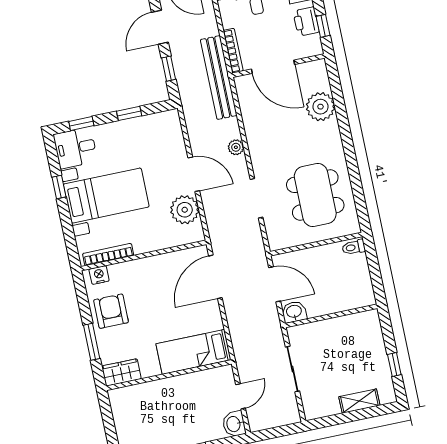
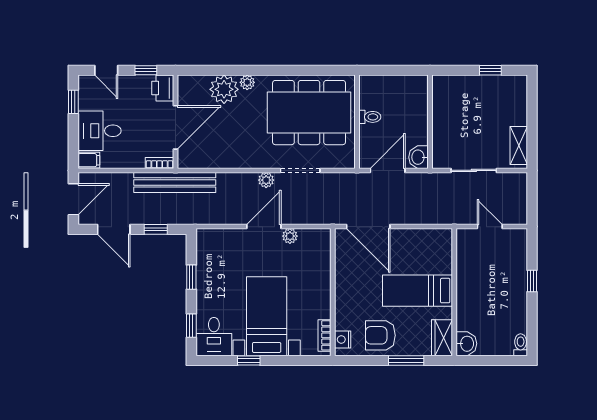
printer: (306, 21) -> (163, 88), moved, turned 90
bookcase: (233, 51) -> (160, 163), width x0.64
plant: (332, 128) -> (247, 82), added
plant: (236, 147) -> (266, 180), moved
dining table: (315, 195) -> (309, 113), width x1.36, depth x1.24
plant: (185, 210) -> (290, 236), width x0.53, depth x0.53
toilet: (354, 247) -> (370, 117), moved, turned -90
bookcase: (108, 255) -> (324, 335), width x0.64
bed: (193, 352) -> (418, 291), moved, turned 90
shelving: (359, 401) -> (519, 146), moved
washbasin: (234, 424) -> (466, 344), moved, turned -90

